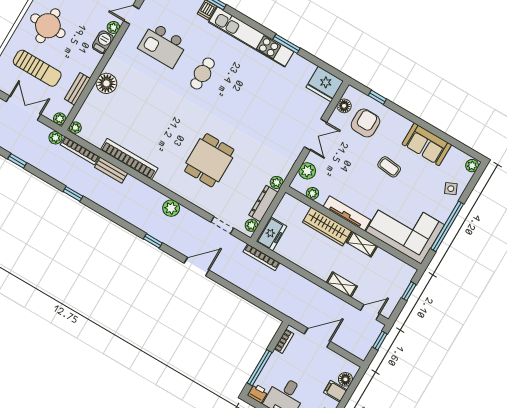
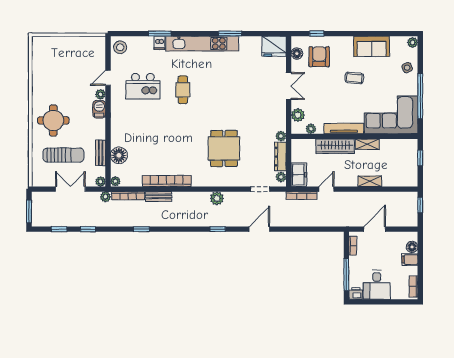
floor lamp: (106, 83) -> (119, 155), moved
door: (370, 312) -> (326, 189), moved

